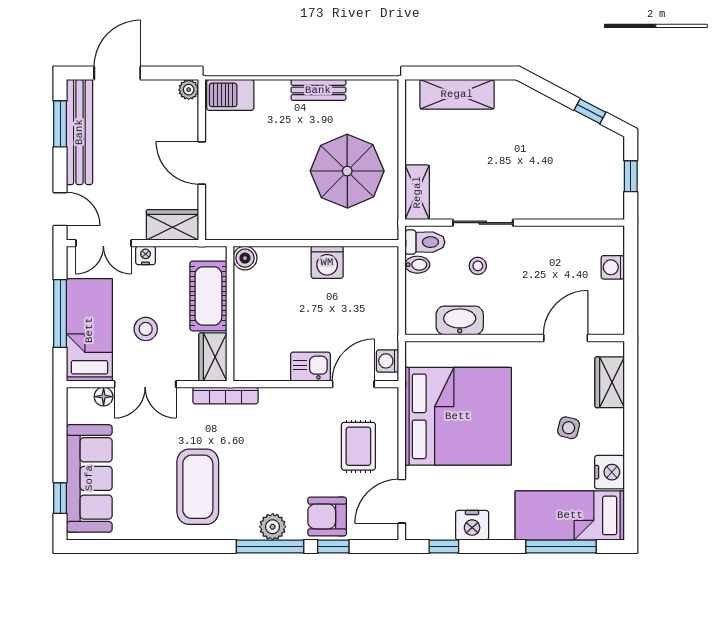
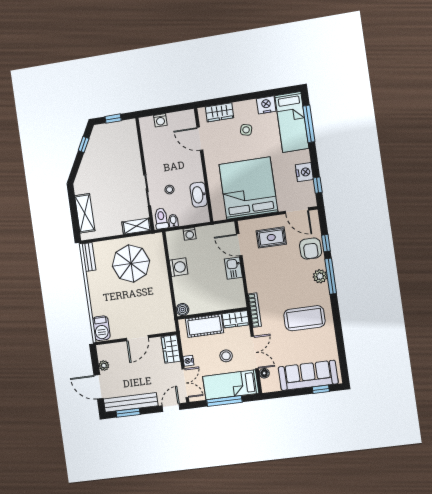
plant: (189, 90) -> (104, 366), moved
bench: (318, 90) -> (89, 257), moved
washing machine: (388, 361) -> (190, 234), moved

